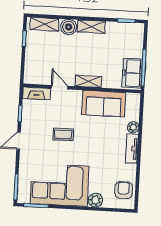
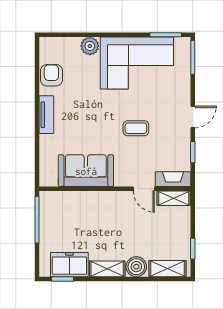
freezer: (132, 73) -> (69, 265), moved, turned -90
shelving: (88, 81) -> (174, 198), moved
plant: (133, 127) -> (46, 142), removed
armchair: (124, 190) -> (51, 75), moved, turned 180

